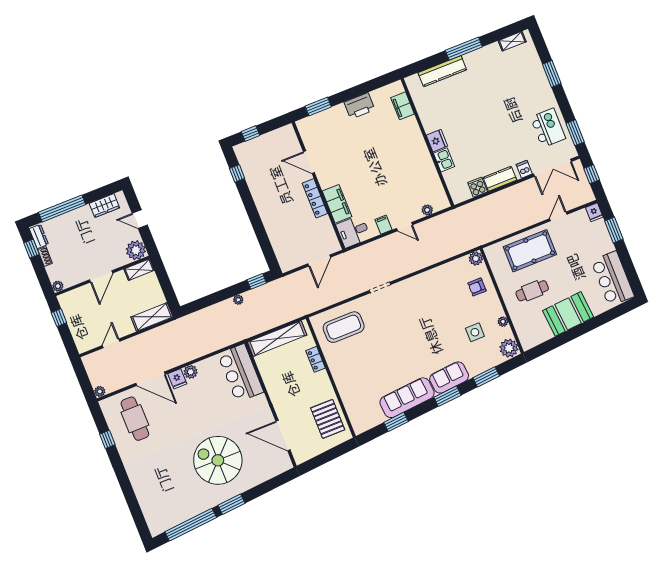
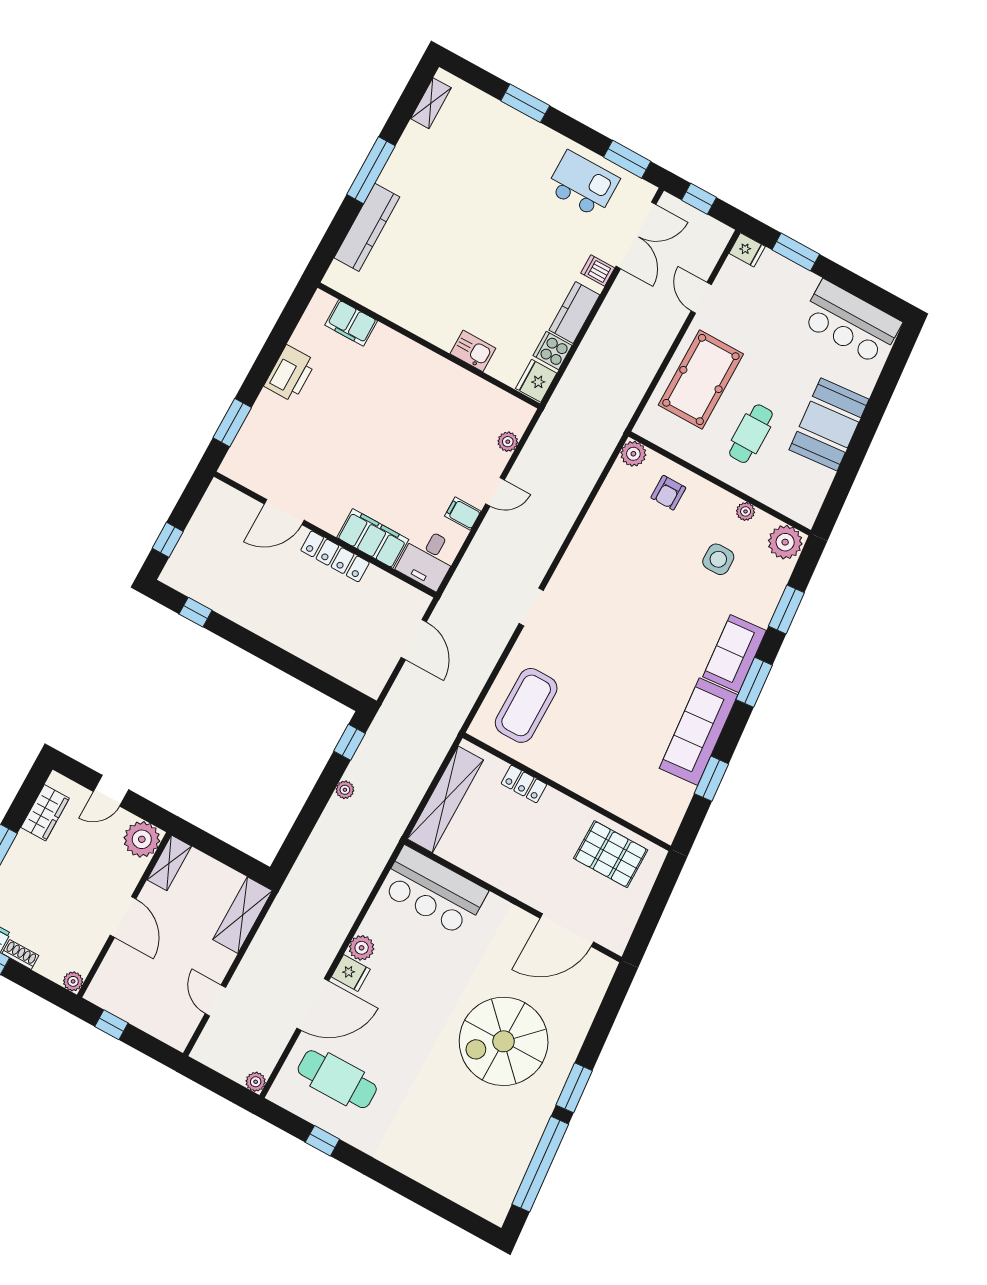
fridge: (437, 141) -> (536, 381), moved, turned -90

